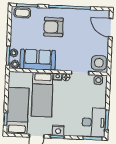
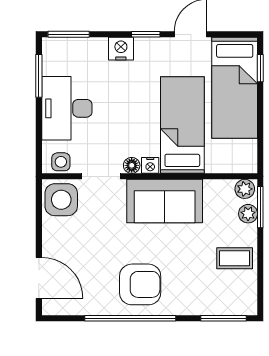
coffee table: (22, 13) -> (235, 258), moved
armchair: (53, 27) -> (140, 284), moved
sofa: (38, 60) -> (165, 201), moved
desk: (94, 122) -> (67, 108), moved
nightstand: (58, 130) -> (121, 49), moved

